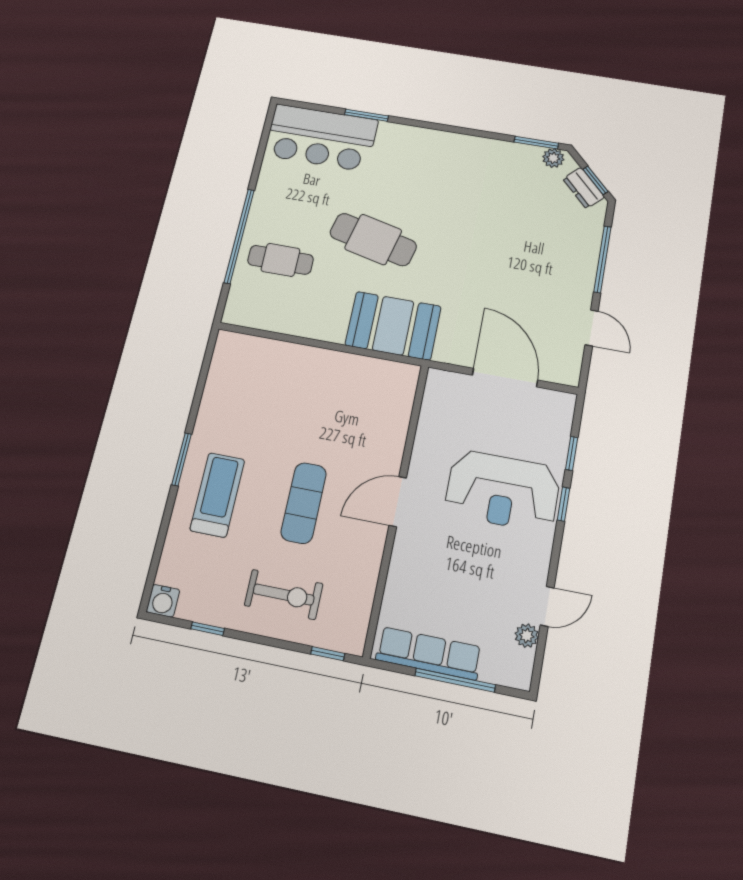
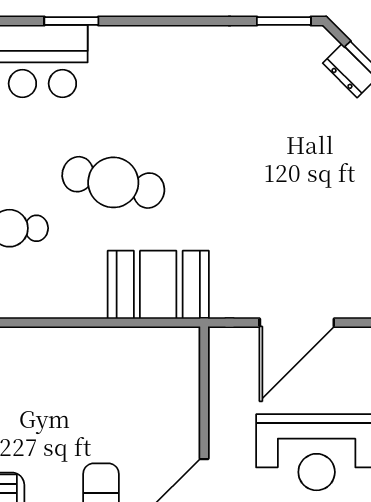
plant: (553, 158) -> (308, 38), removed
door: (505, 378) -> (297, 323), swing flipped

